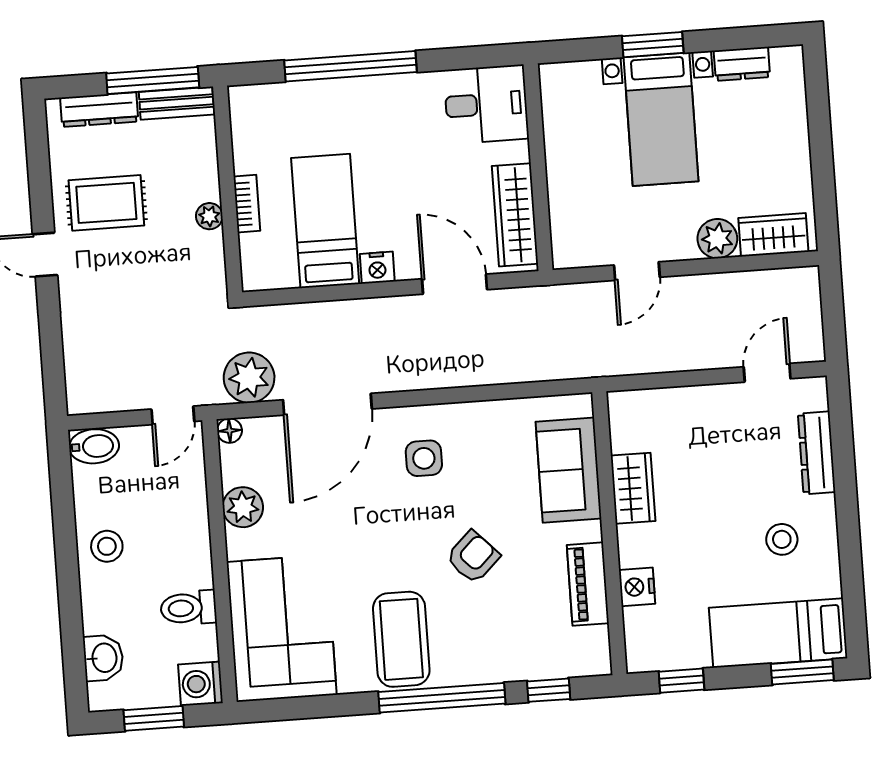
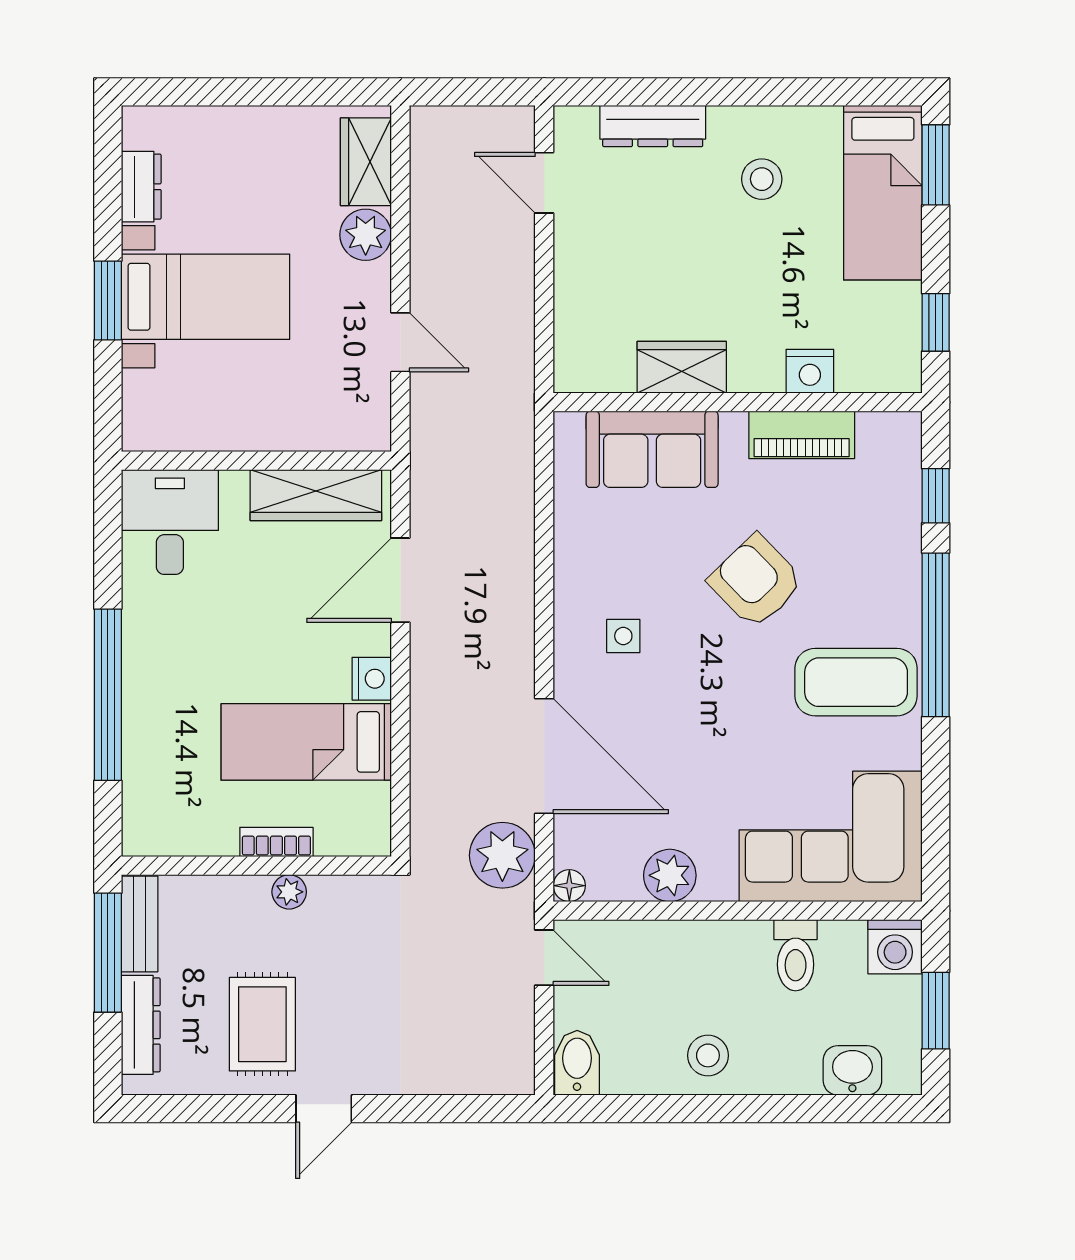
side table: (424, 458) -> (623, 636), width x0.73, depth x0.73
armchair: (473, 557) -> (756, 581), width x1.38, depth x1.38

